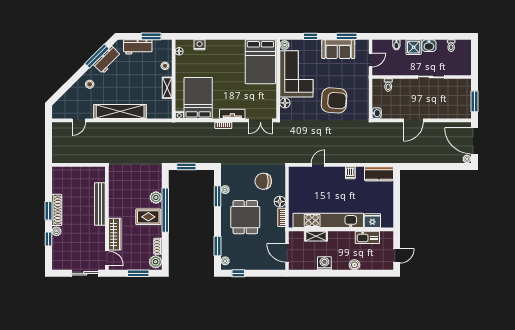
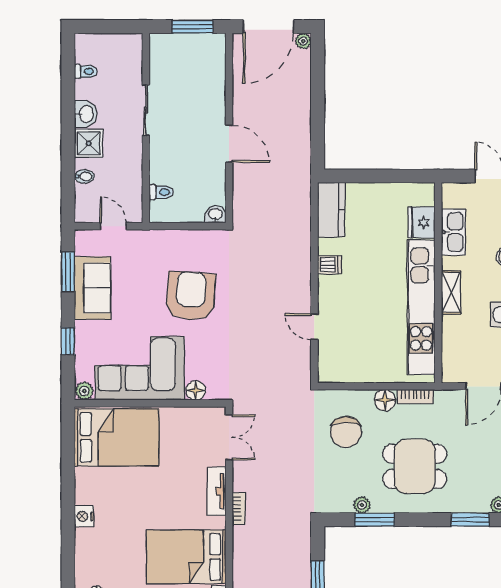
nightstand: (200, 45) -> (84, 516), moved
shelving: (316, 236) -> (451, 292), moved

